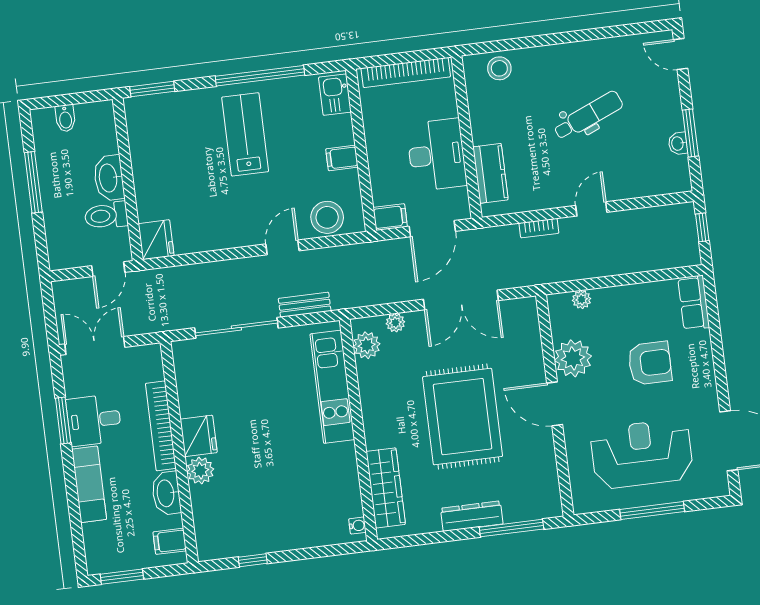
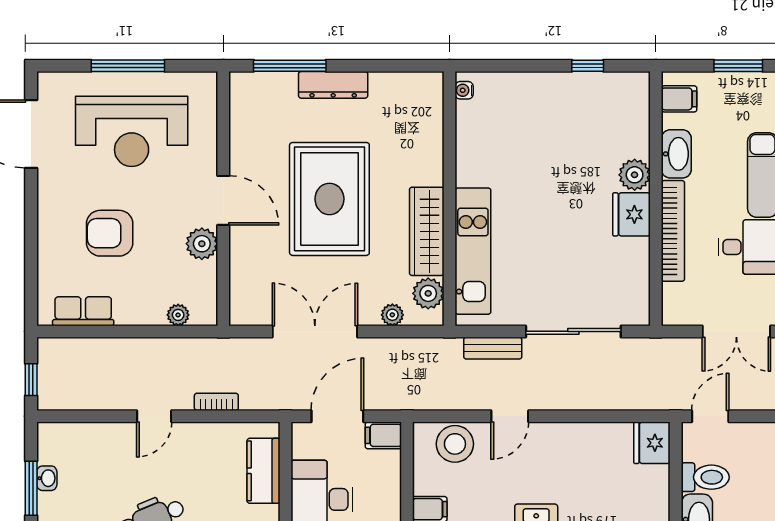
row of seats: (694, 303) -> (83, 311), moved, turned -90
plant: (573, 358) -> (202, 244), width x0.73, depth x0.73
wardrobe: (386, 488) -> (427, 231), moved

